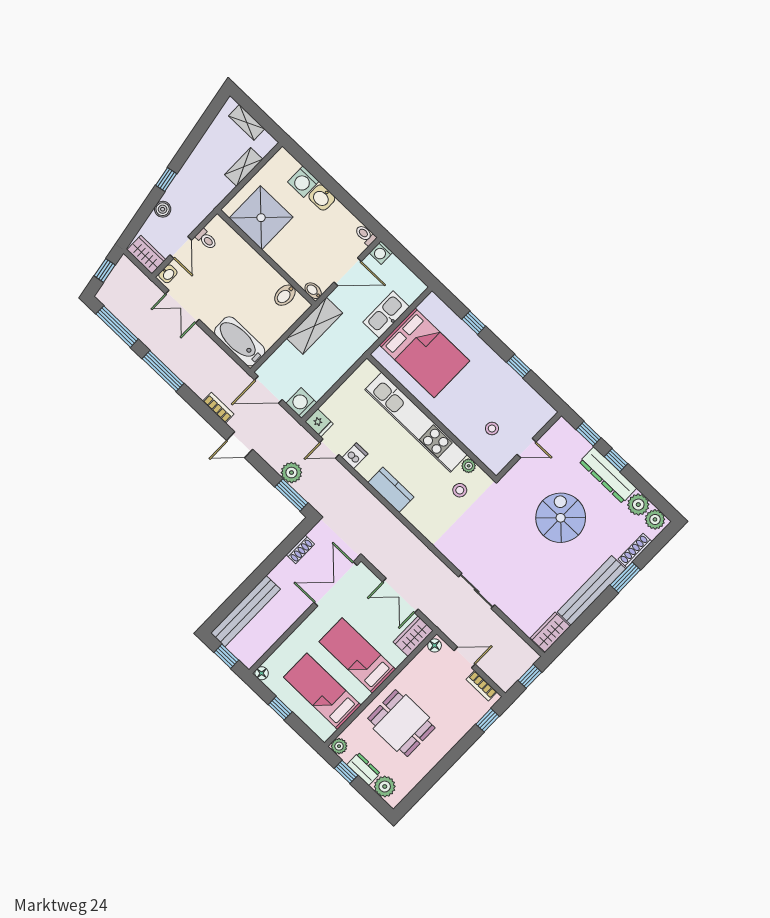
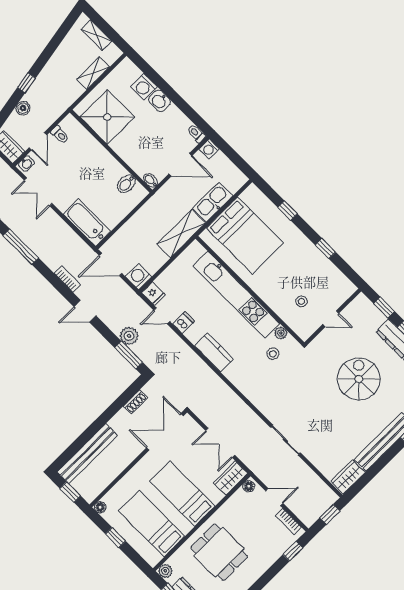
shelving: (315, 326) -> (181, 234), moved

